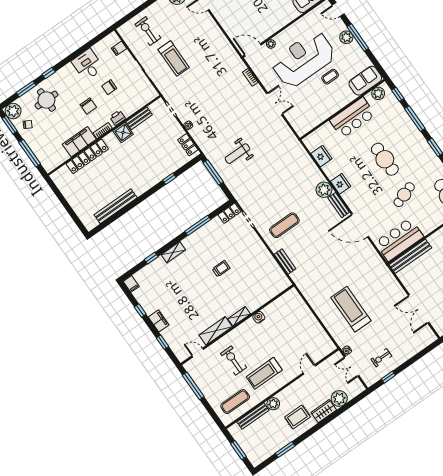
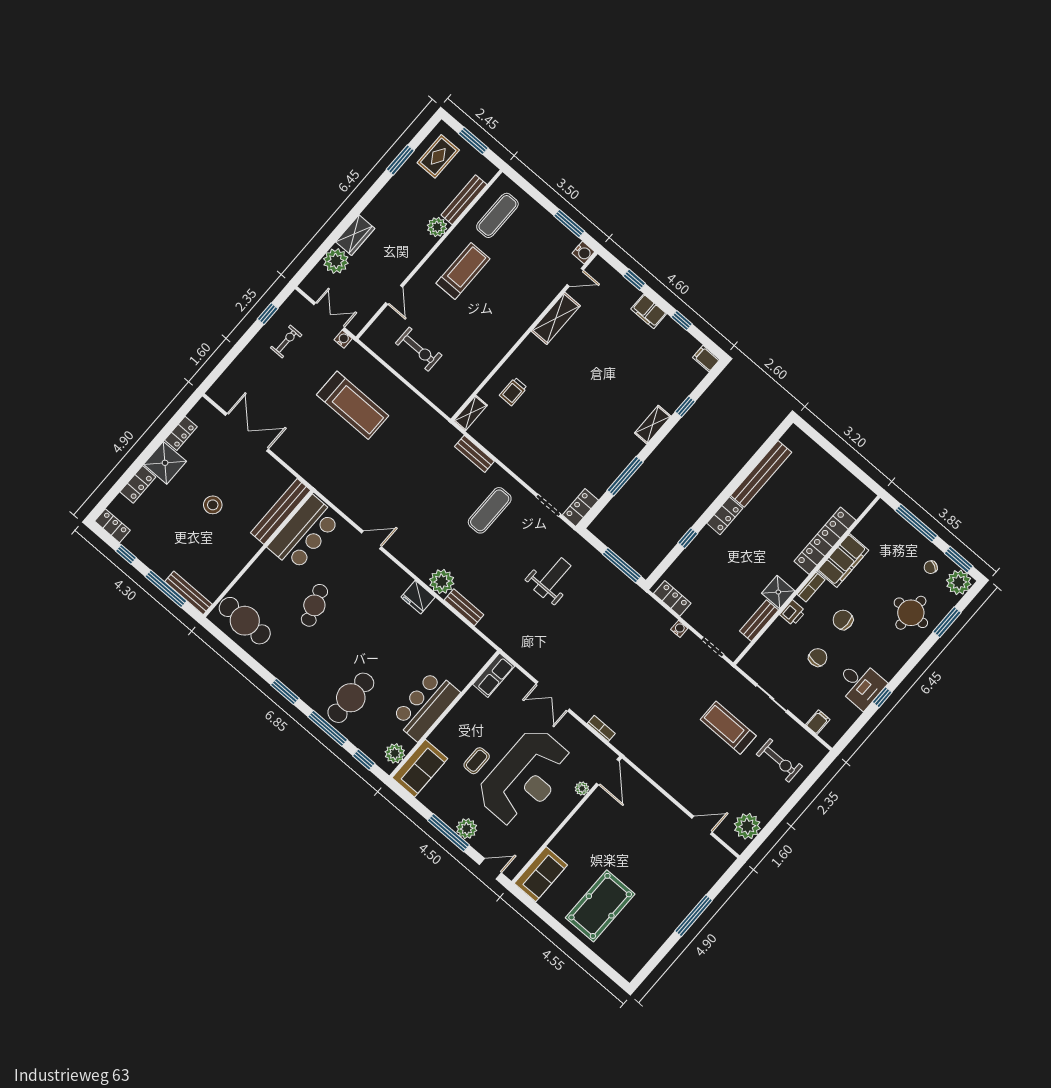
door: (253, 50) -> (608, 772), hinge flipped
window: (49, 73) -> (882, 697), moved
row of seats: (307, 125) -> (494, 675), added
weight bench: (237, 154) -> (552, 578), moved
fridge: (321, 156) -> (459, 633), removed
cafe table: (385, 159) -> (351, 698), moved, turned 90
locker: (144, 187) -> (725, 516), added
bench: (339, 205) -> (464, 607), moved
door: (360, 225) -> (371, 540), width x0.53
trolley: (221, 269) -> (513, 392), moved
shelving: (239, 316) -> (470, 413), moved
water cooler: (259, 317) -> (583, 252), moved
exercise bike: (233, 360) -> (419, 349), moved
window: (193, 386) -> (569, 223), width x0.69
rug: (297, 417) -> (438, 156), moved

